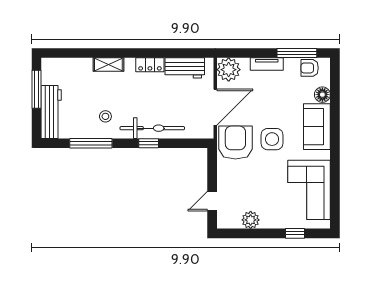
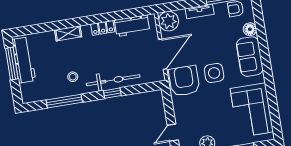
workbench: (51, 112) -> (24, 60), moved

